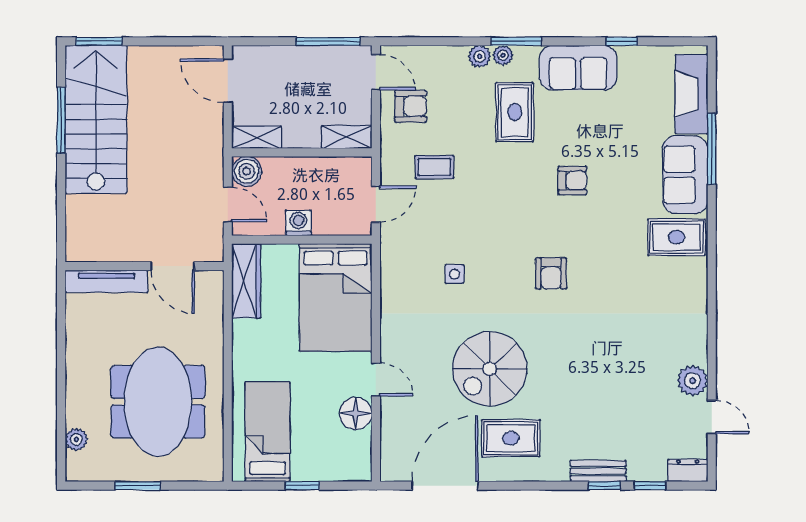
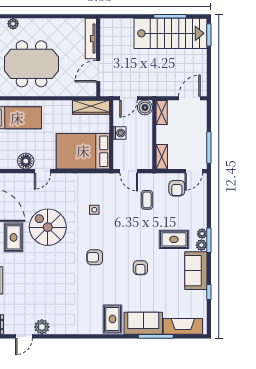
plant: (480, 56) -> (201, 245), moved

